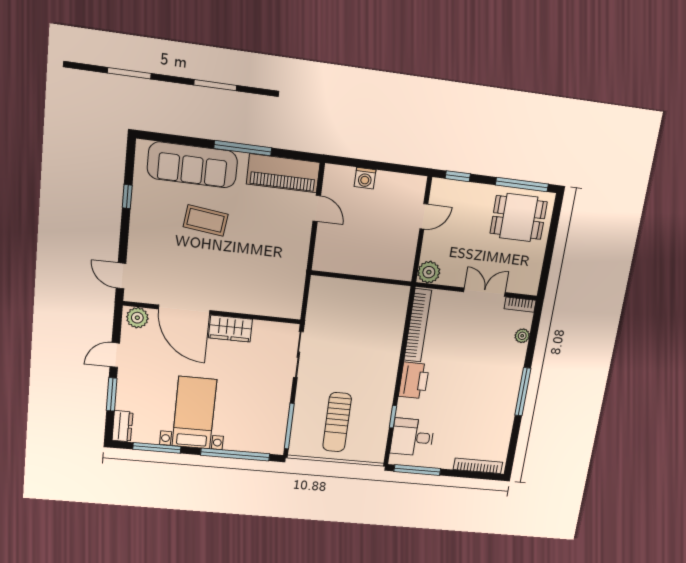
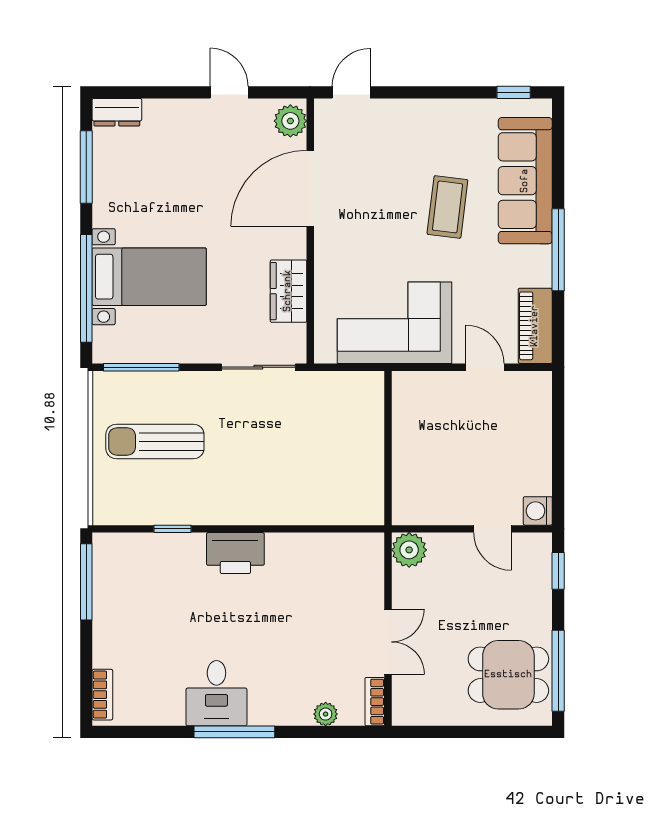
piano: (283, 173) -> (535, 326), width x0.73, depth x0.75
washing machine: (365, 178) -> (538, 511), moved
window: (127, 197) -> (514, 92), moved
door: (317, 208) -> (485, 367), swing flipped
dining table: (519, 218) -> (508, 675), turned 90
corner sofa: (280, 265) -> (394, 323), added
bookcase: (418, 325) -> (324, 546), removed
wardrobe: (230, 329) -> (288, 291), moved
window: (112, 394) -> (167, 92), removed
bed with nightstands: (194, 413) -> (149, 277), moved
desk: (412, 437) -> (216, 693), moved, turned 180
bookcase: (478, 466) -> (102, 695), width x0.64

